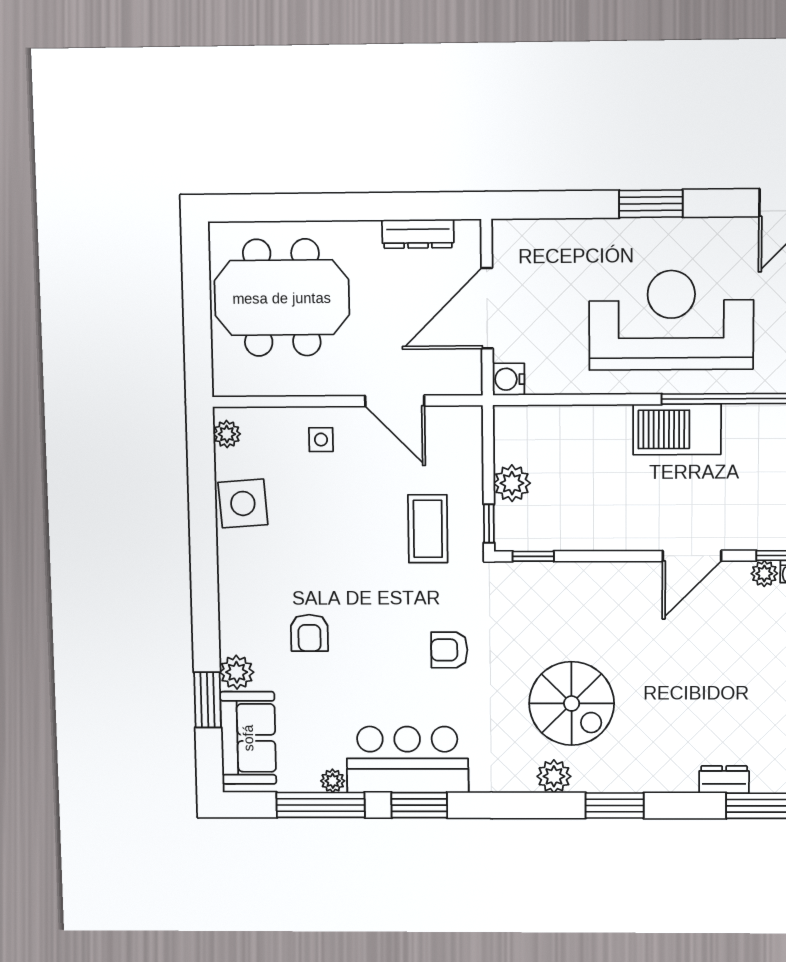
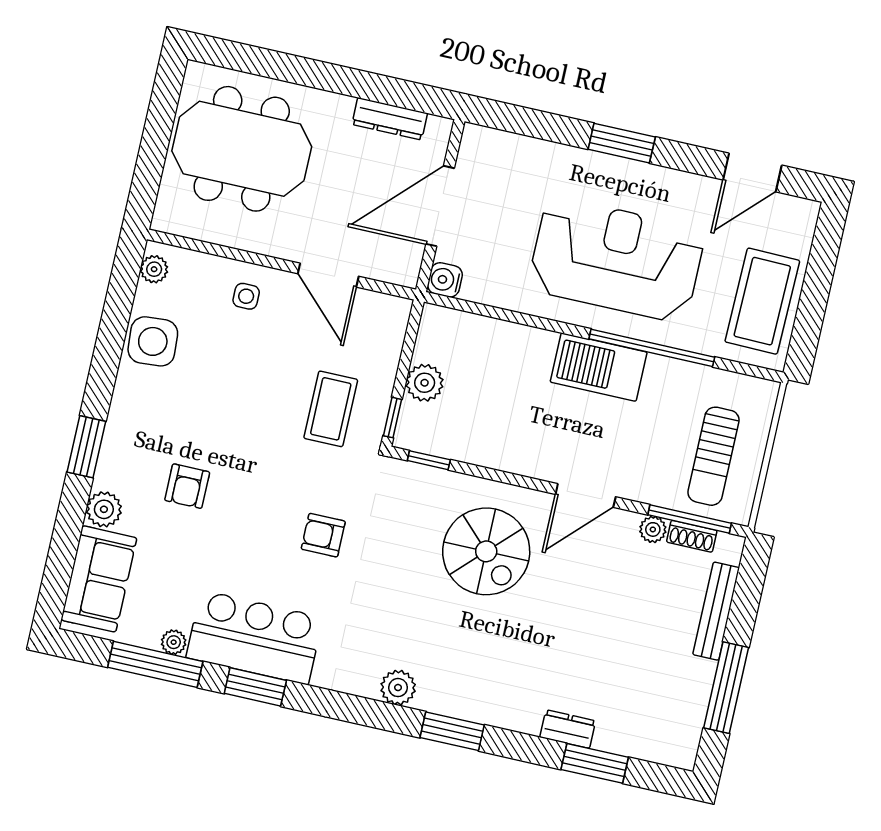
window: (208, 700) -> (86, 447), moved
spiral stairs: (572, 703) -> (486, 551), moved

